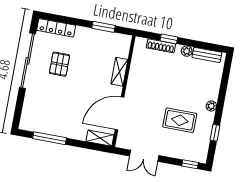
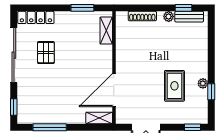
window: (169, 39) -> (184, 8), moved
shelving: (119, 72) -> (106, 31), moved
plant: (211, 106) -> (203, 83), moved
window: (18, 112) -> (14, 107), added
rug: (180, 120) -> (174, 86), turned 90

